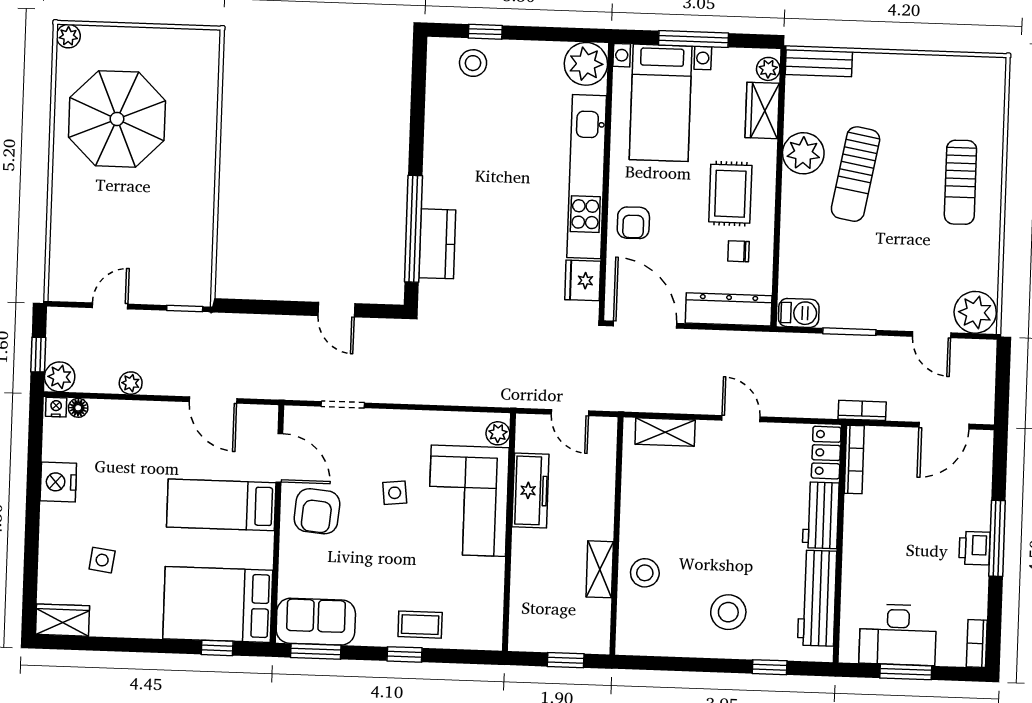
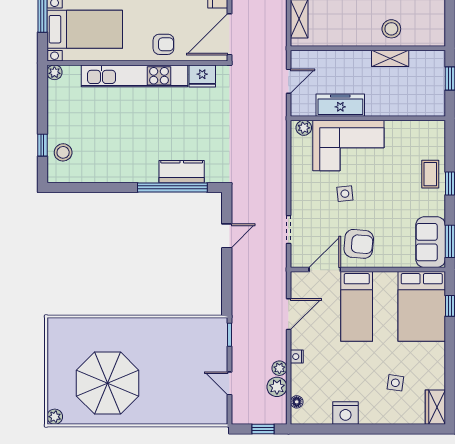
plant: (586, 64) -> (54, 72), width x0.53, depth x0.53
plant: (60, 377) -> (277, 387), moved
nightstand: (56, 407) -> (297, 357), moved

